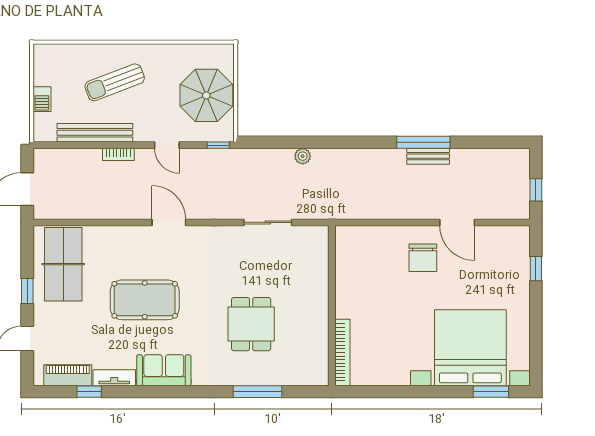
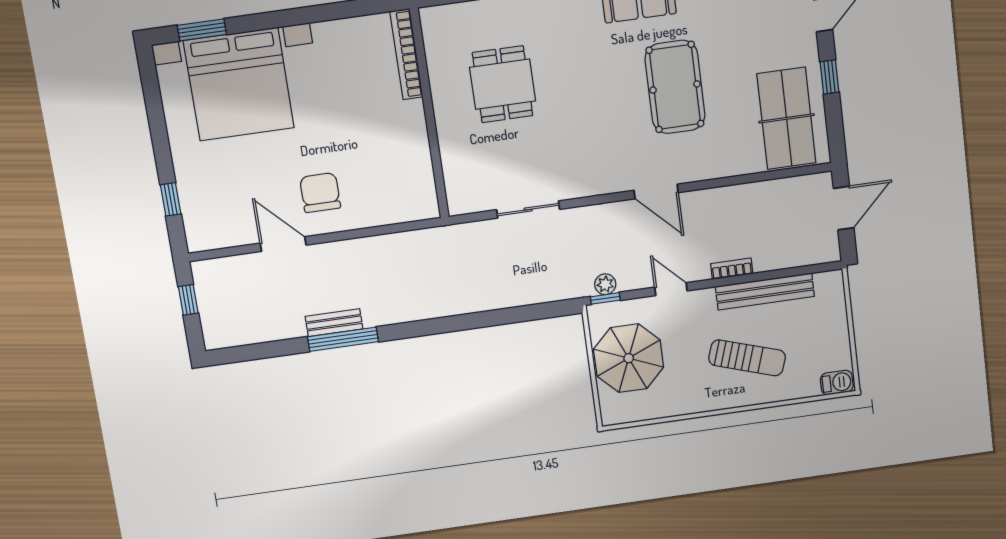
sun lounger: (115, 82) -> (747, 358), turned 39
barbecue: (42, 99) -> (837, 383), moved, turned 90
plant: (303, 156) -> (605, 284), moved
pool table: (145, 300) -> (675, 87), turned 90
dining table: (251, 324) -> (503, 84), moved

